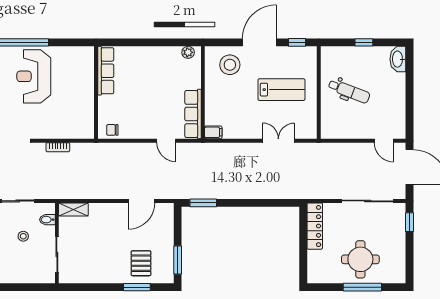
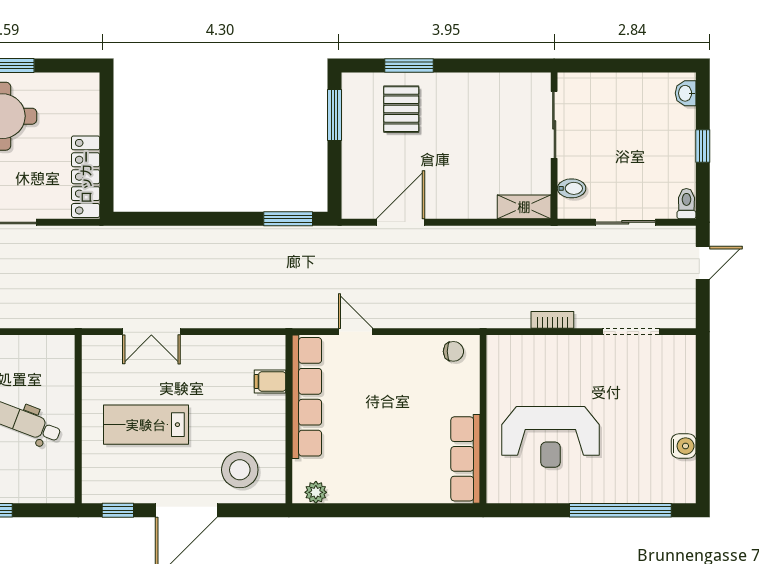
reception desk: (34, 76) -> (550, 437), moved, turned 90
row of seats: (193, 114) -> (307, 397), width x1.36
filing cabinet: (213, 132) -> (270, 381), moved
stool: (23, 236) -> (615, 158), removed

